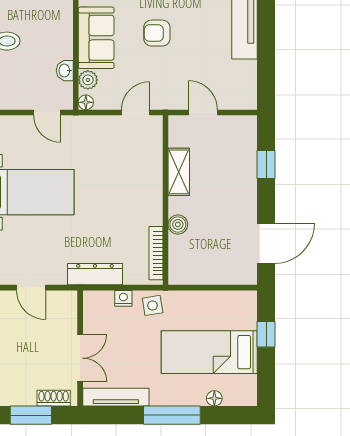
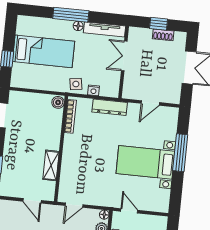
boiler: (178, 225) -> (58, 102), moved
door: (31, 288) -> (150, 103), swing flipped
shoe rack: (54, 398) -> (163, 35), moved
floor lamp: (214, 398) -> (78, 26), moved
window: (31, 415) -> (159, 24), width x0.67

